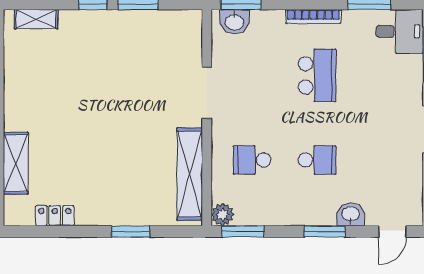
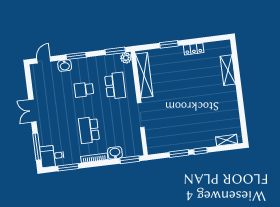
washbasin: (234, 22) -> (115, 153), moved
school desk: (252, 160) -> (115, 86), width x1.85
locker: (55, 216) -> (194, 49), moved

